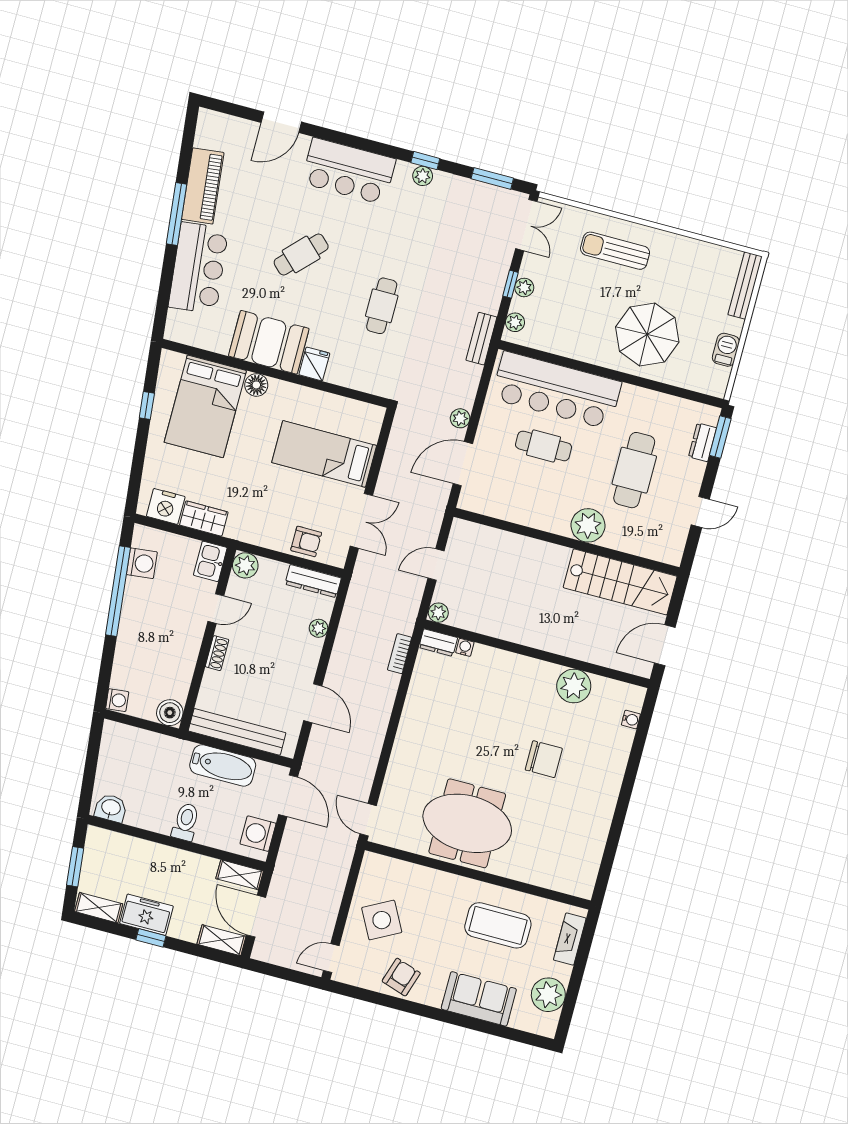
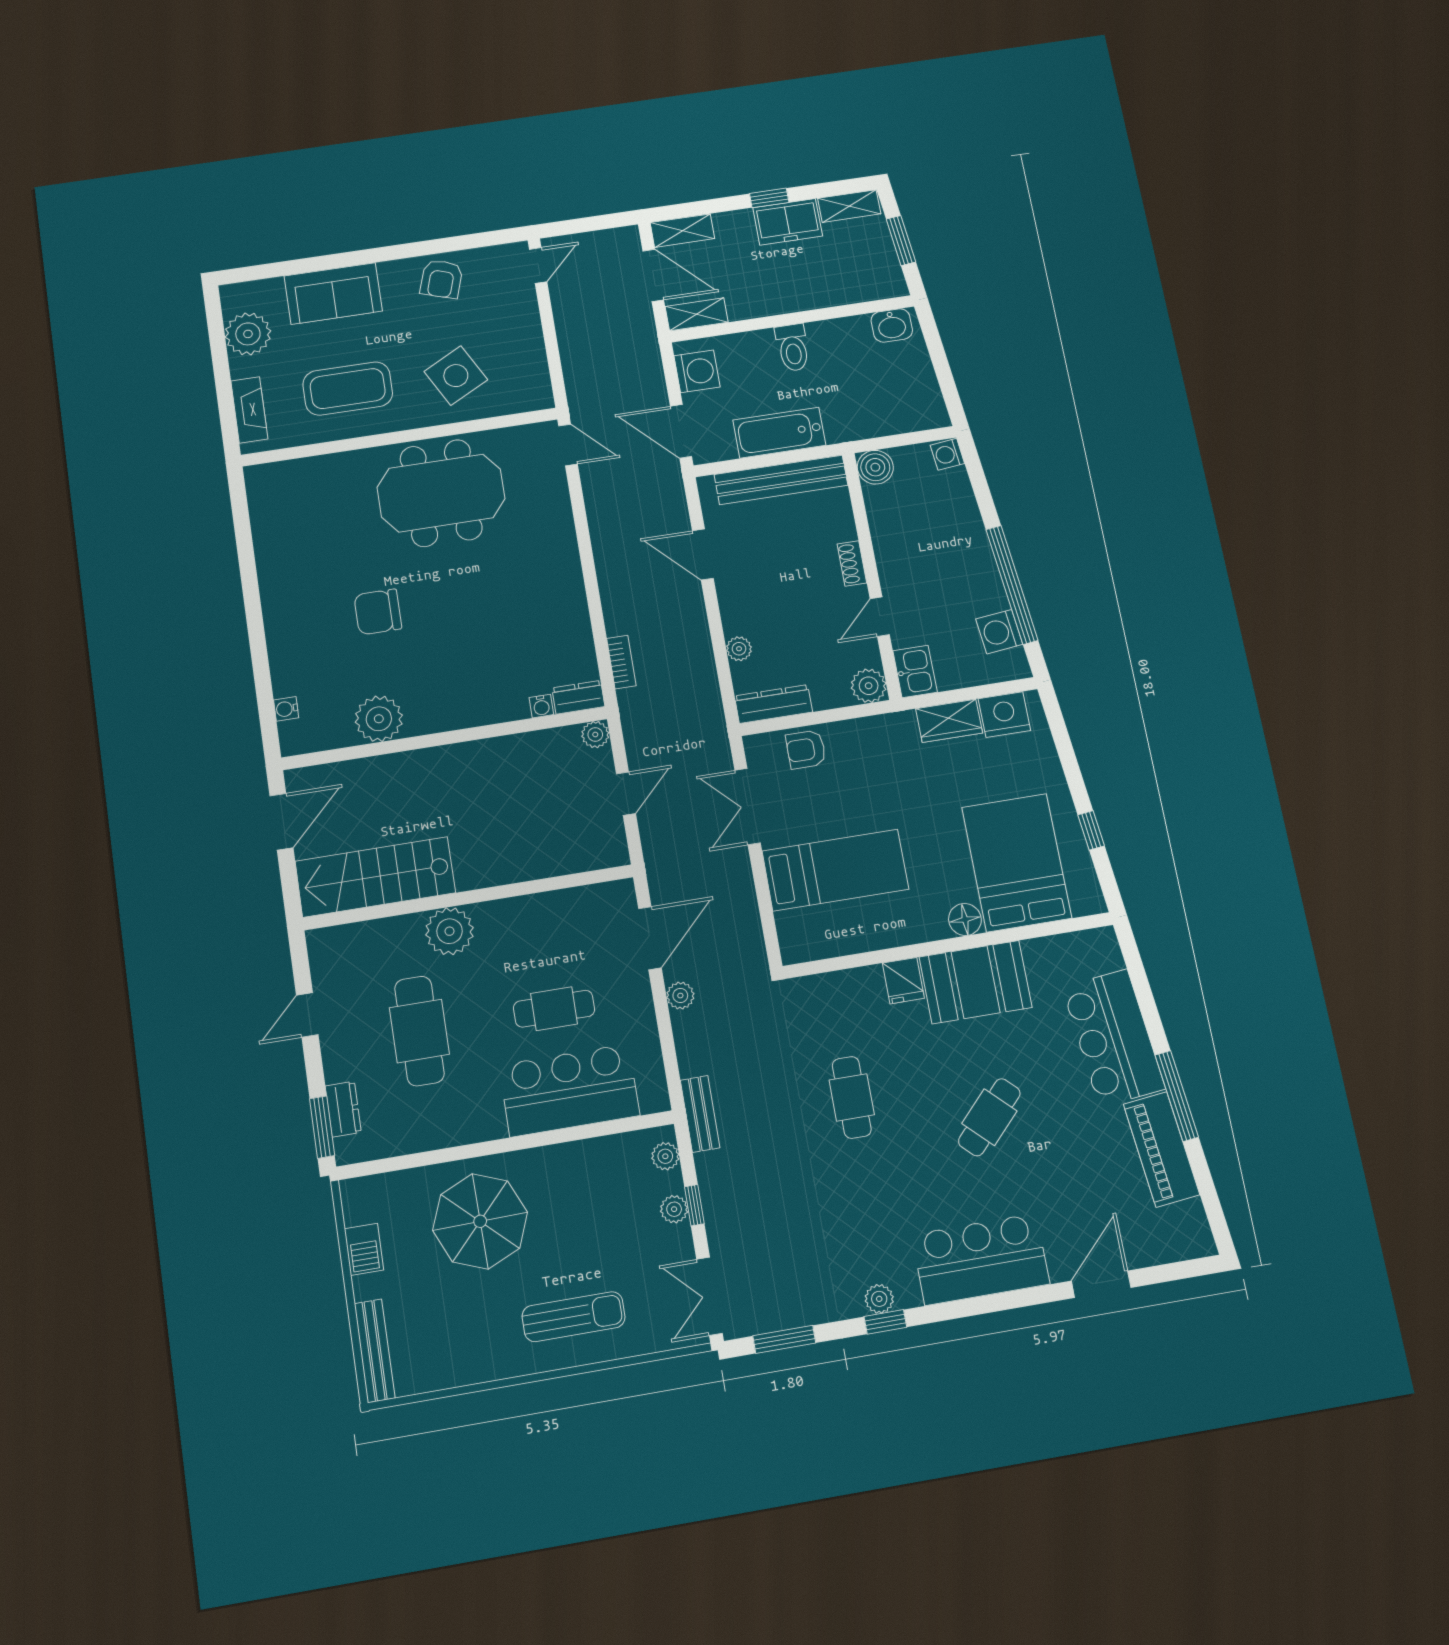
bar counter: (556, 390) -> (569, 1090), width x0.73
side table: (382, 920) -> (456, 376), moved

